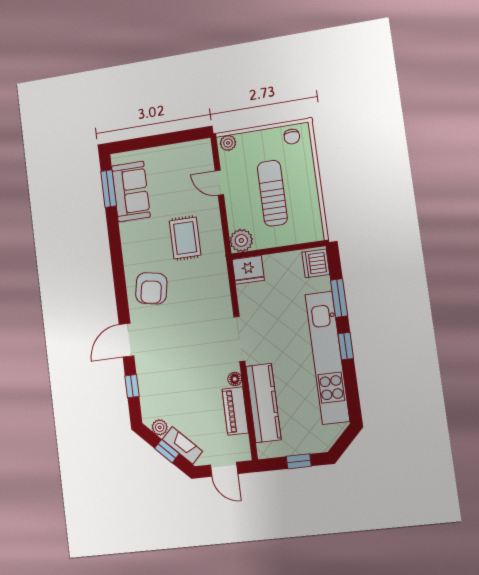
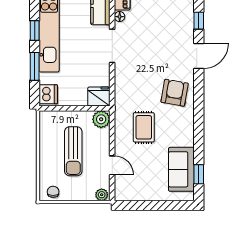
window: (109, 189) -> (199, 174), width x0.67

